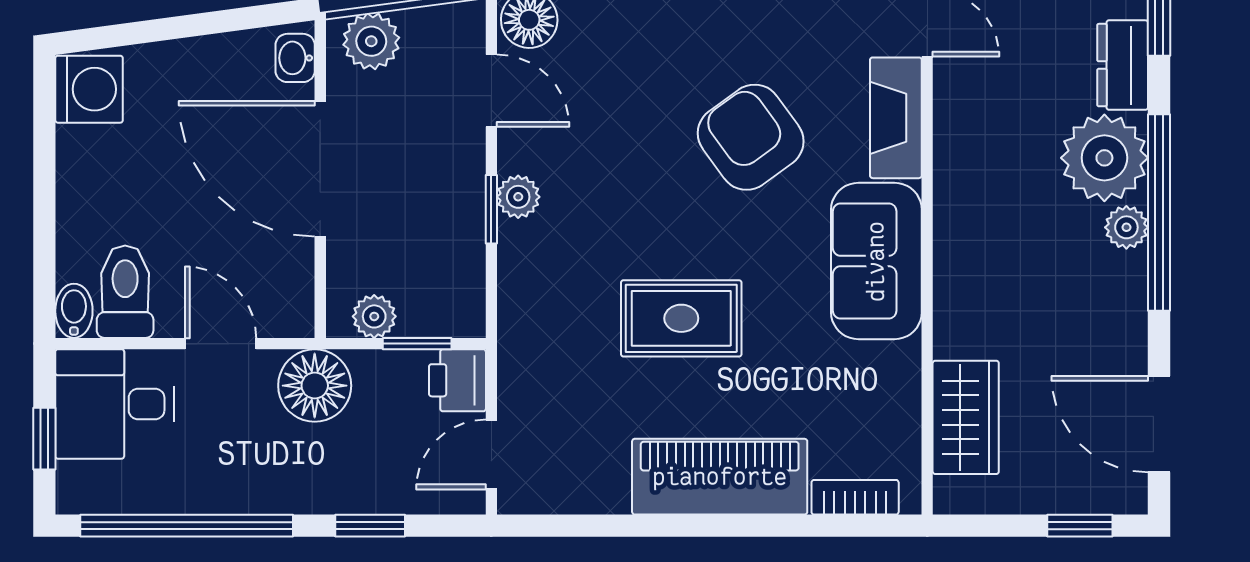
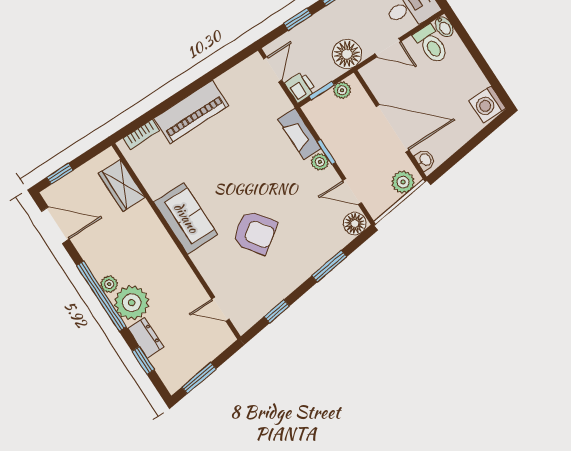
fireplace: (896, 118) -> (300, 134), moved, turned 180
rug: (681, 318) -> (239, 157), removed

